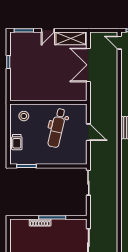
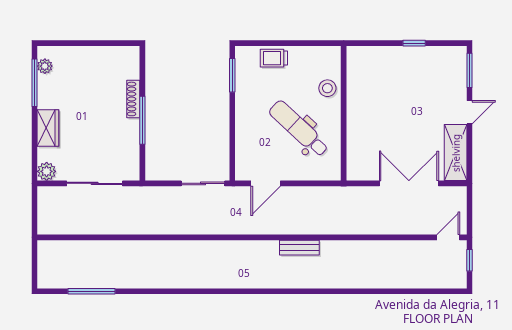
door: (48, 30) -> (469, 112), swing flipped
stool: (24, 116) -> (327, 88), moved
dental chair: (57, 128) -> (299, 129), turned 30
door: (88, 132) -> (266, 183), moved

